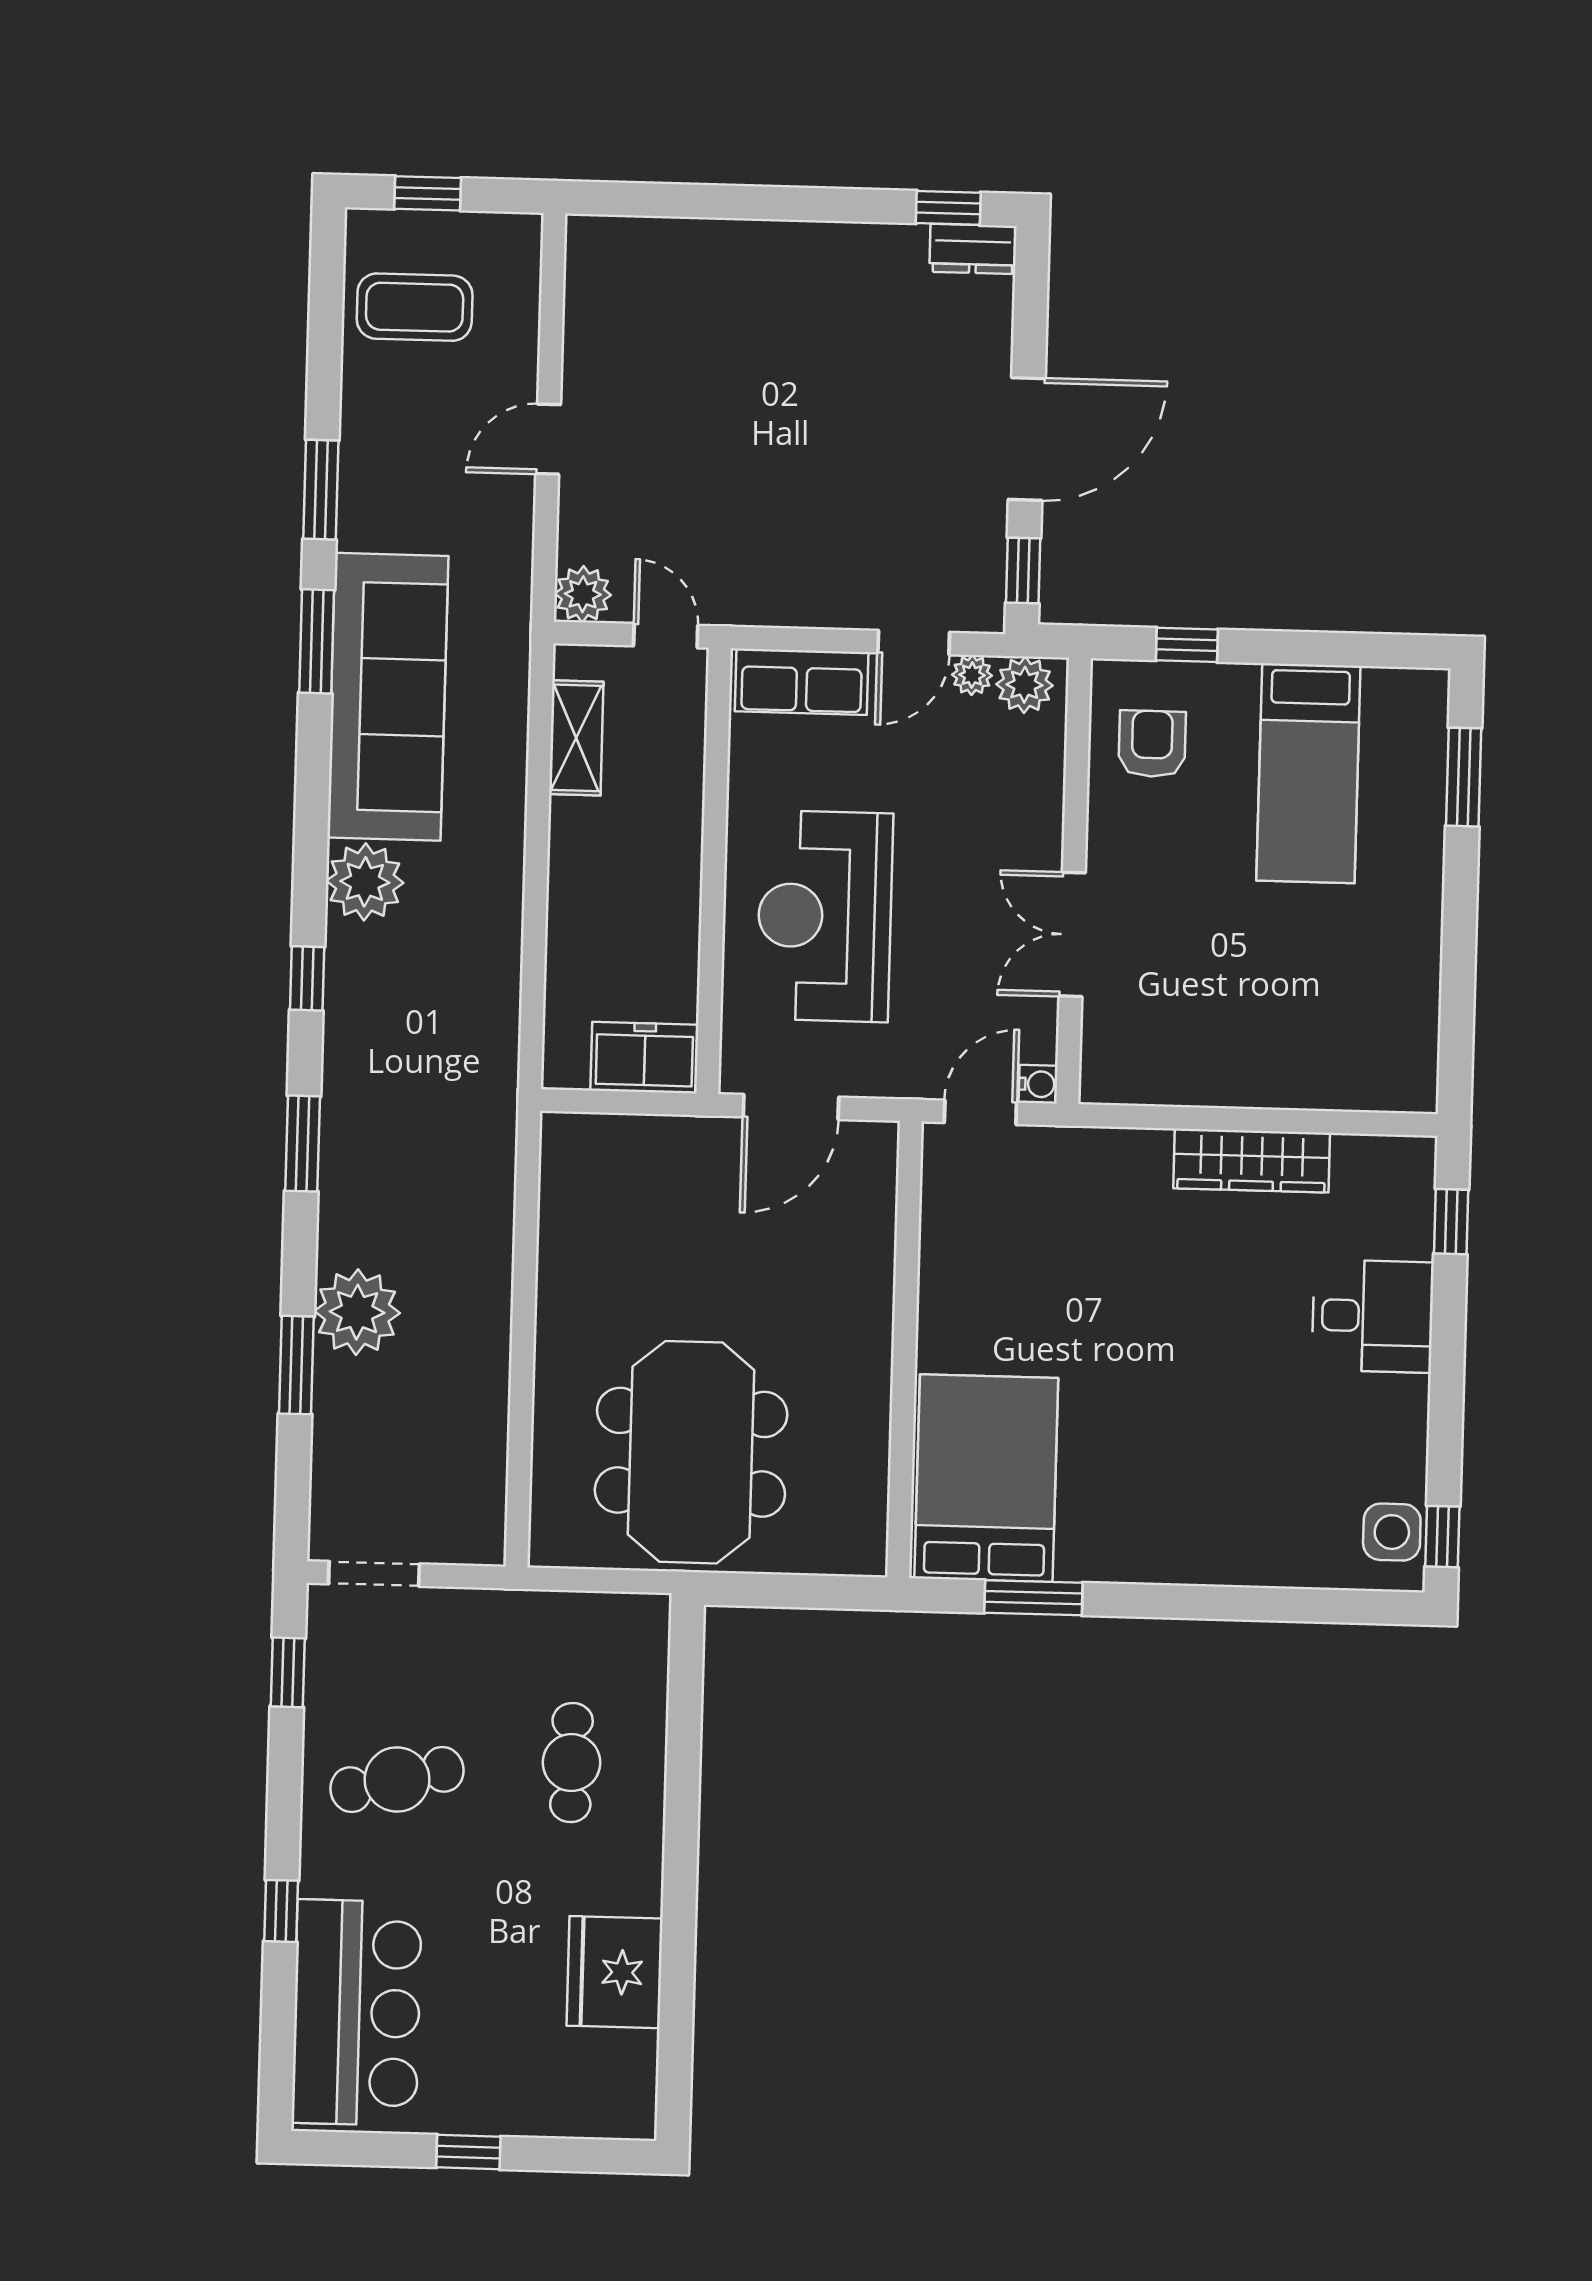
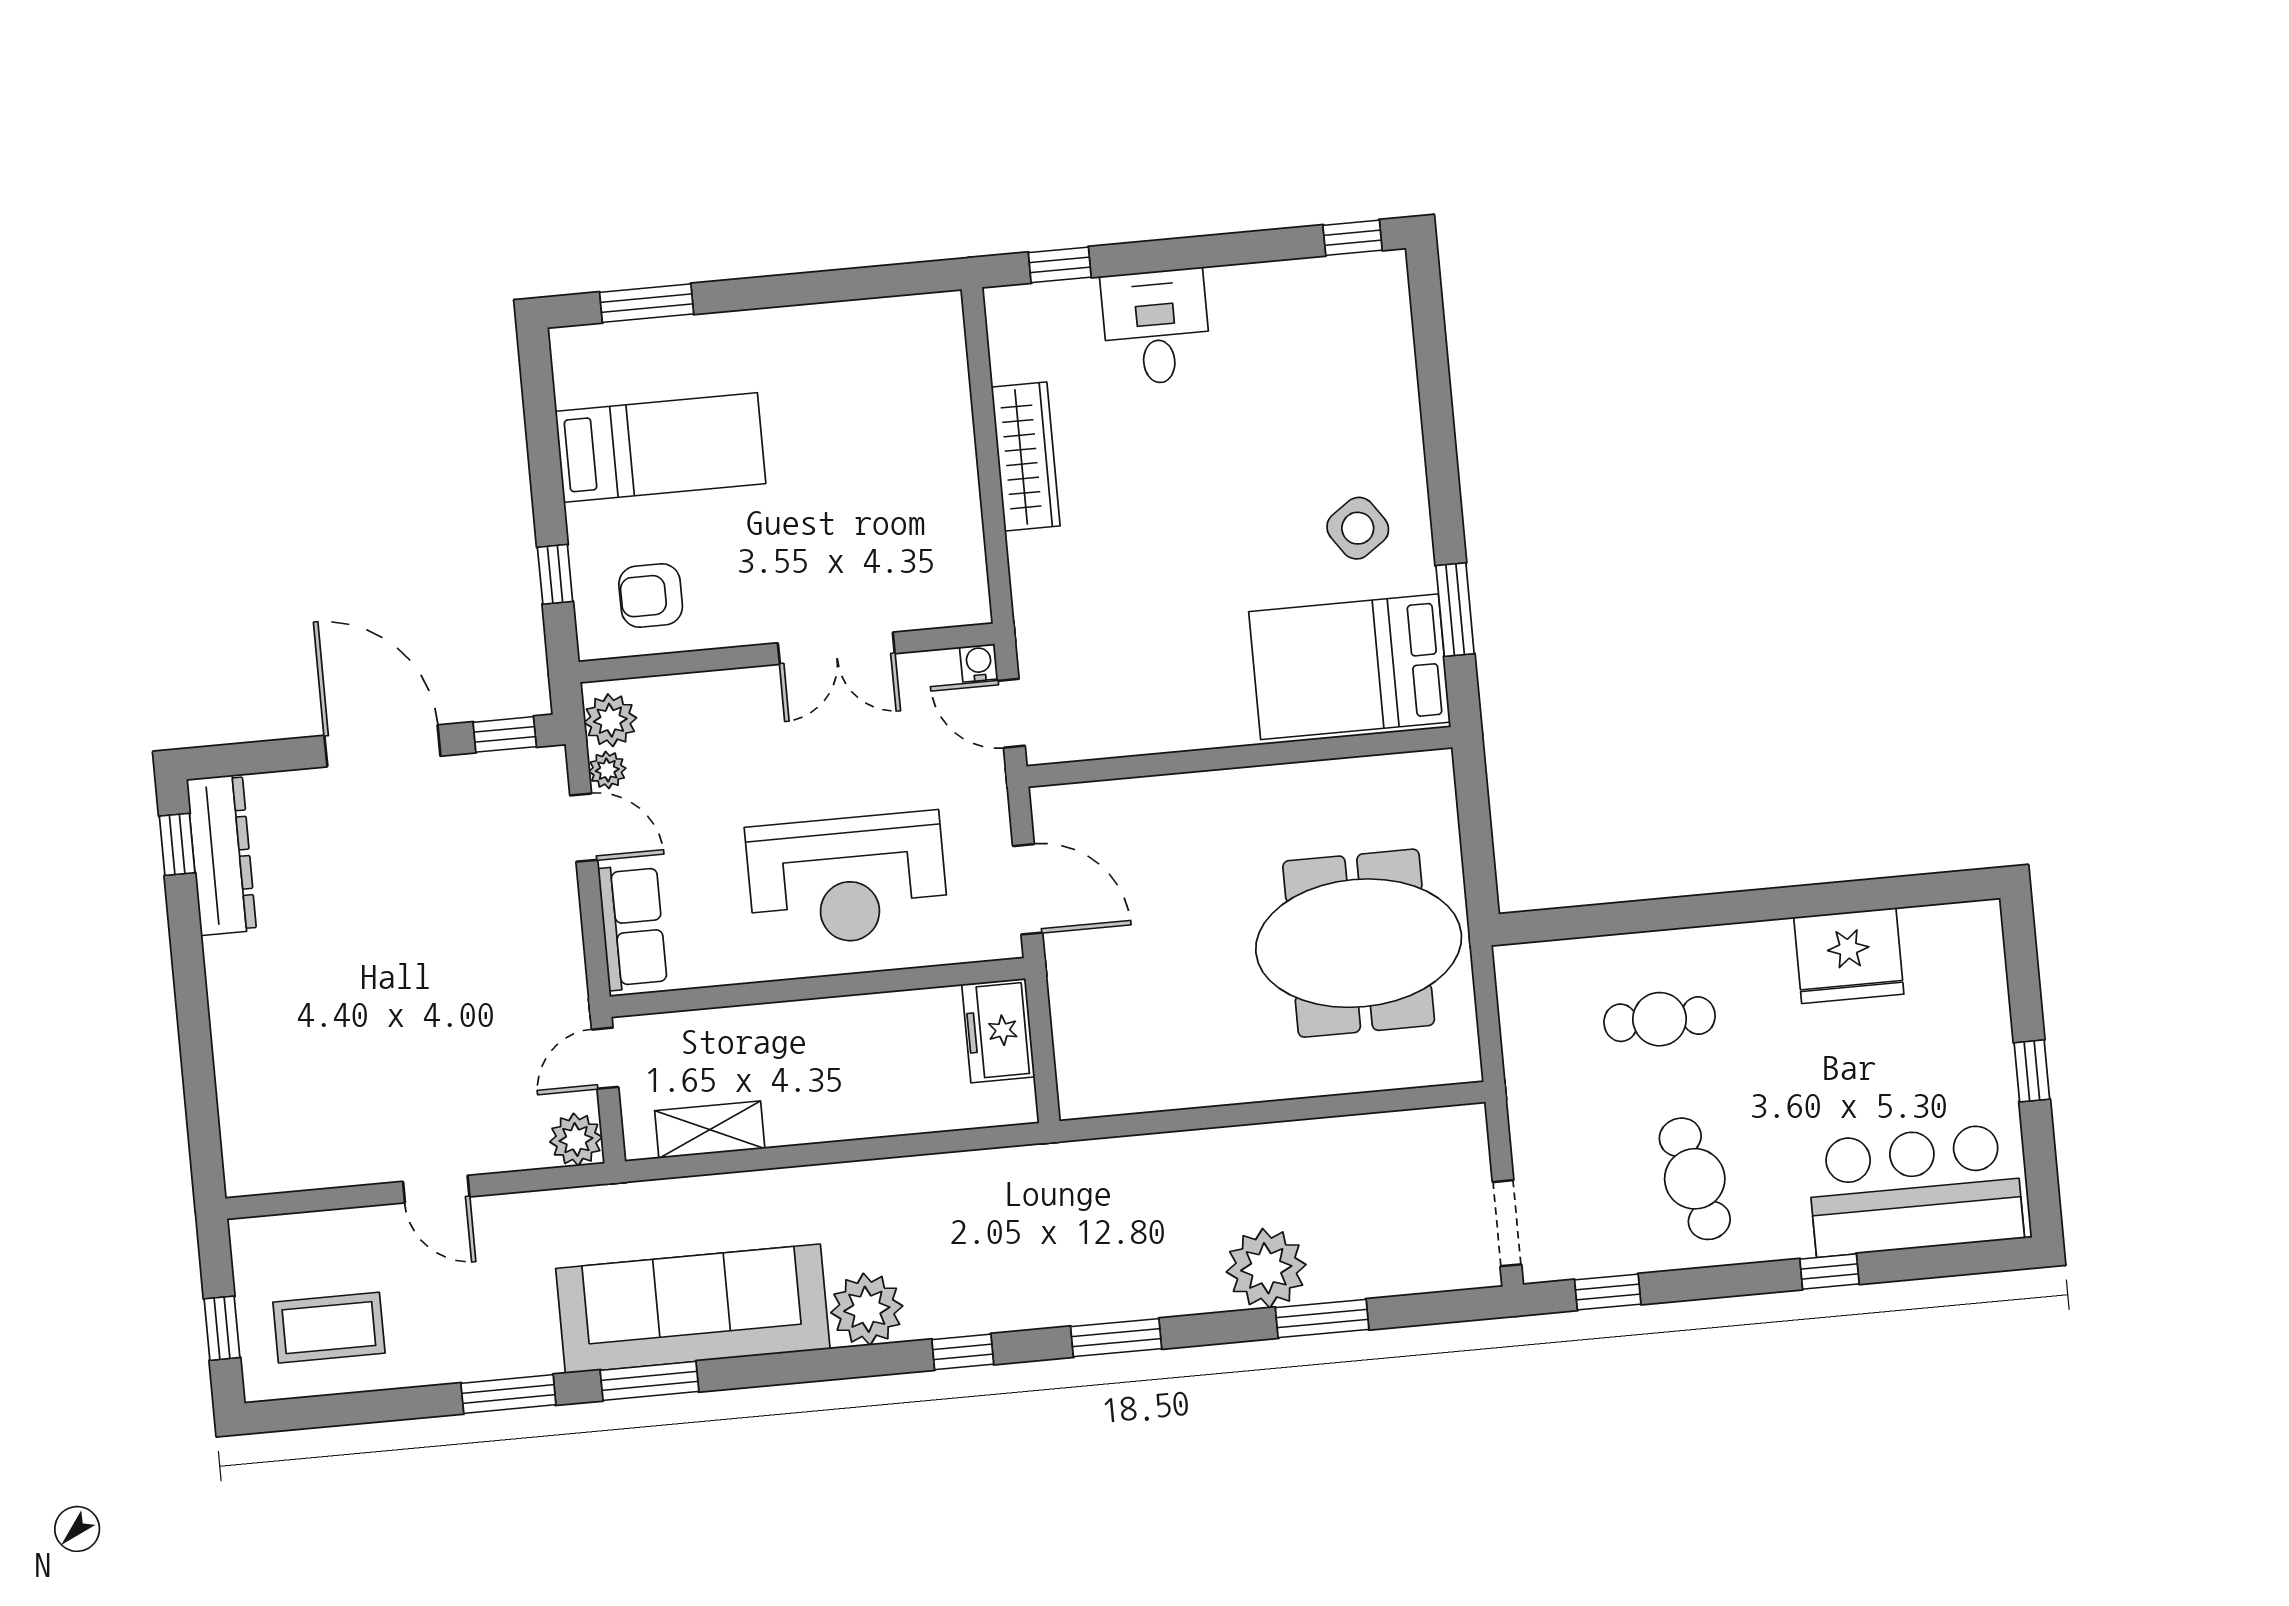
dresser: (973, 249) -> (221, 855), width x1.96, depth x1.24
coffee table: (415, 307) -> (329, 1328), turned 90
side table: (1392, 1532) -> (1358, 528), moved, turned -35

